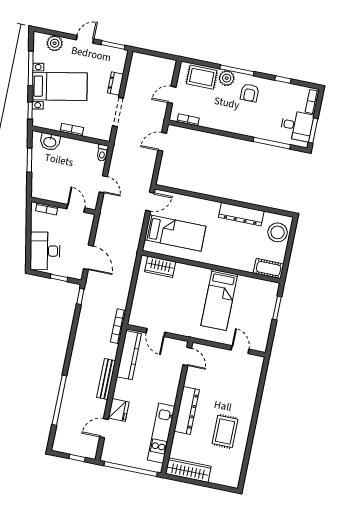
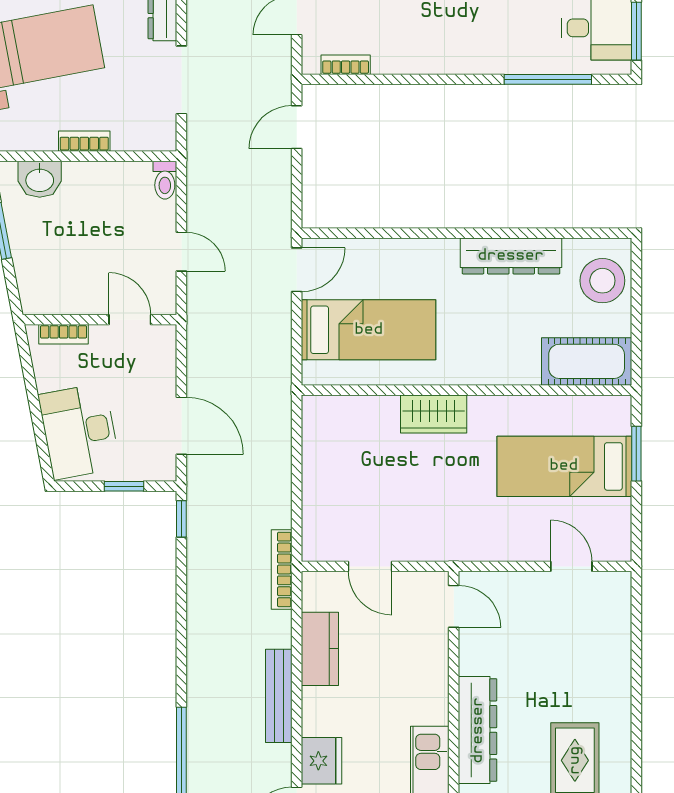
wardrobe: (160, 267) -> (434, 414), moved
cot: (269, 269) -> (587, 361), width x1.37, depth x1.34
bed: (219, 300) -> (564, 466), moved, turned 90
kitchen counter: (129, 355) -> (320, 649), width x0.67

